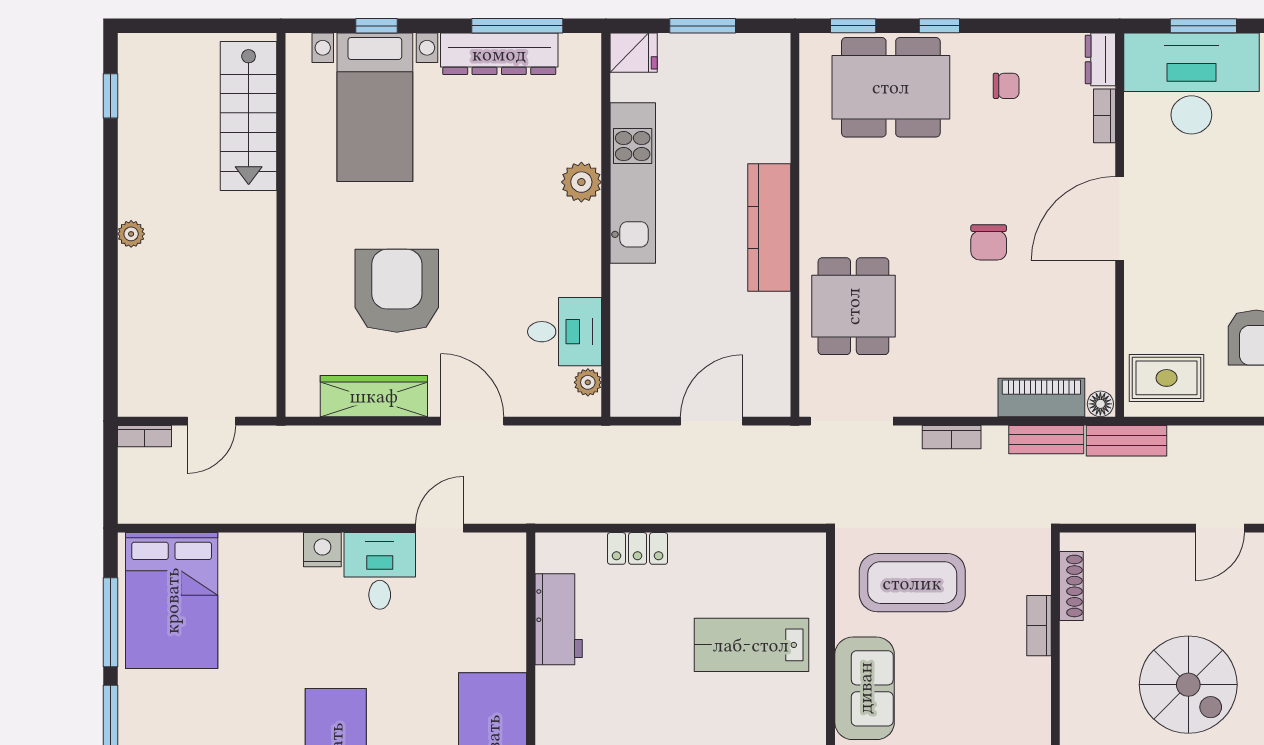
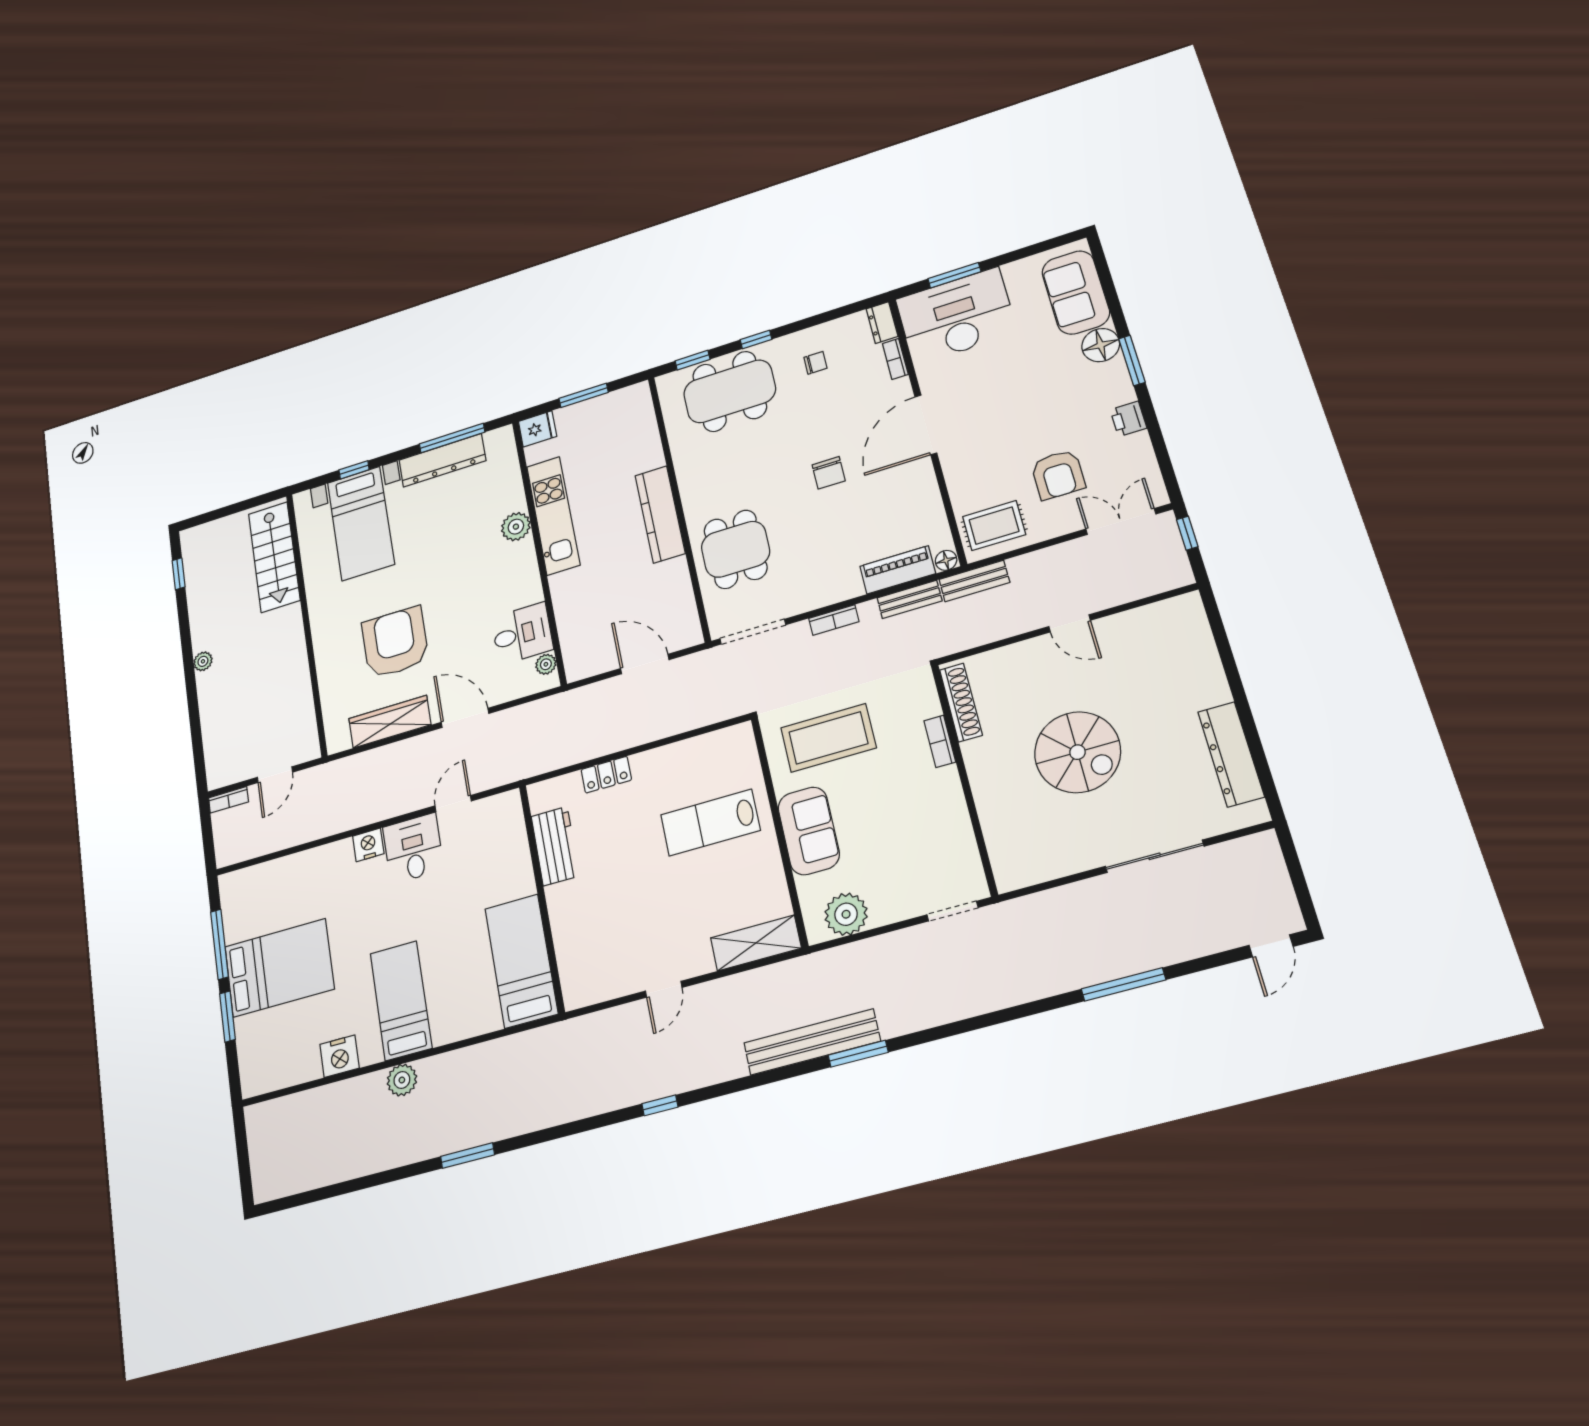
door: (712, 421) -> (645, 664), hinge flipped
door: (1220, 528) -> (1070, 623), hinge flipped
shoe rack: (1071, 586) -> (961, 702), width x1.36, depth x1.24
bed: (172, 601) -> (279, 968), moved, turned -90

